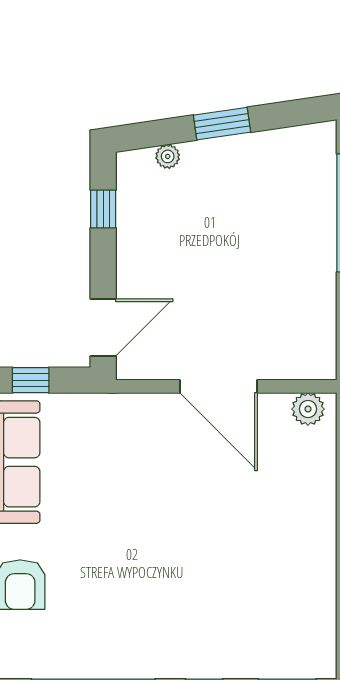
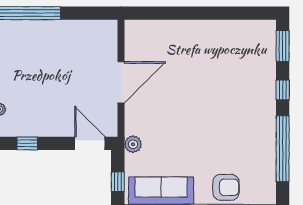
plant: (308, 409) -> (133, 144), moved

